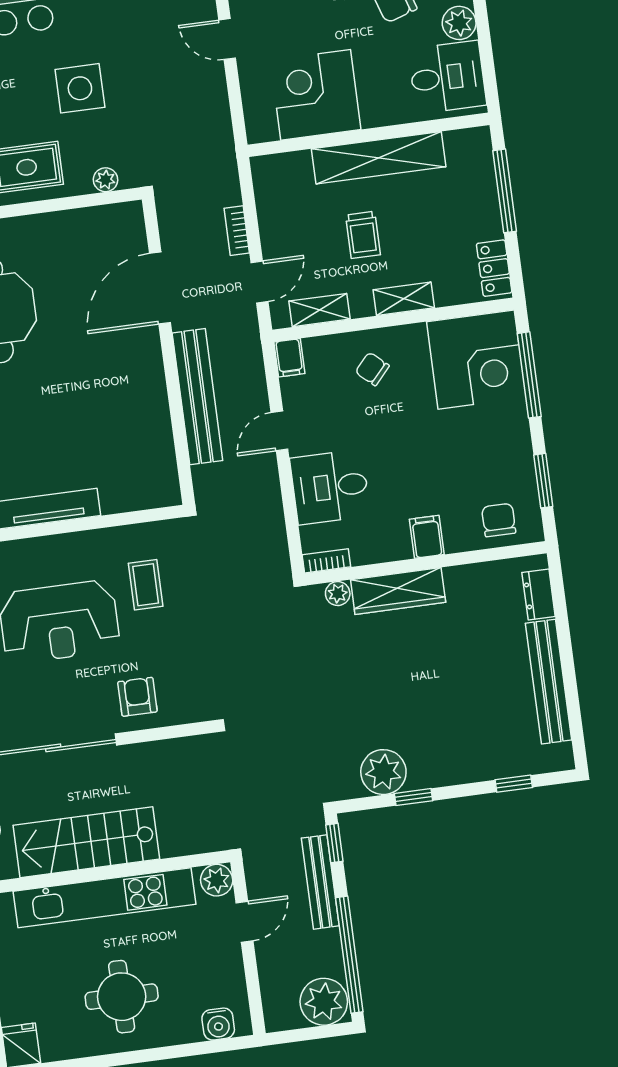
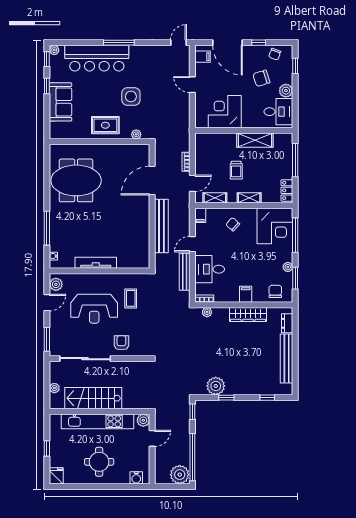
shelving: (379, 158) -> (255, 140), width x0.68
plant: (521, 456) -> (288, 267), added
wardrobe: (398, 591) -> (248, 314), moved
bench: (320, 882) -> (185, 272), moved

